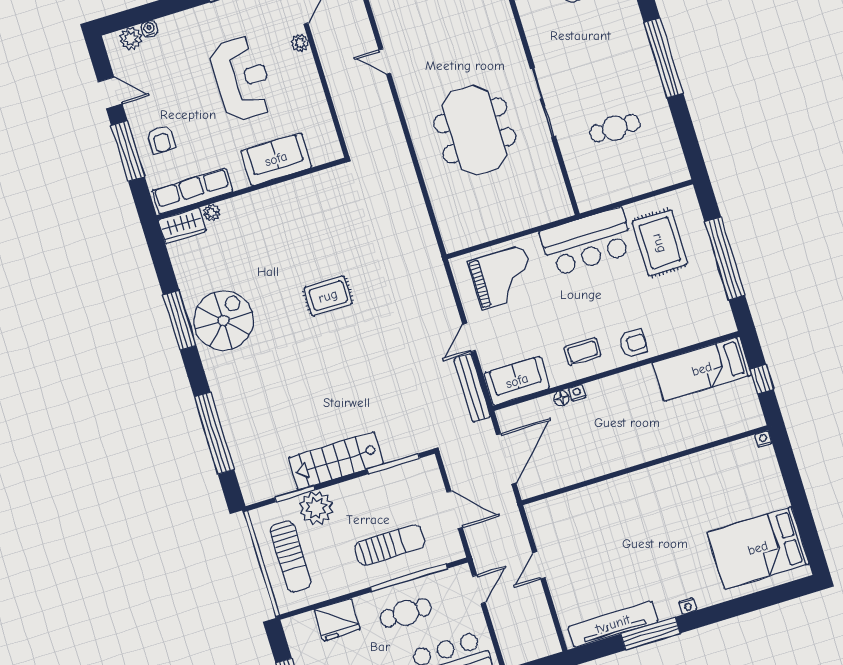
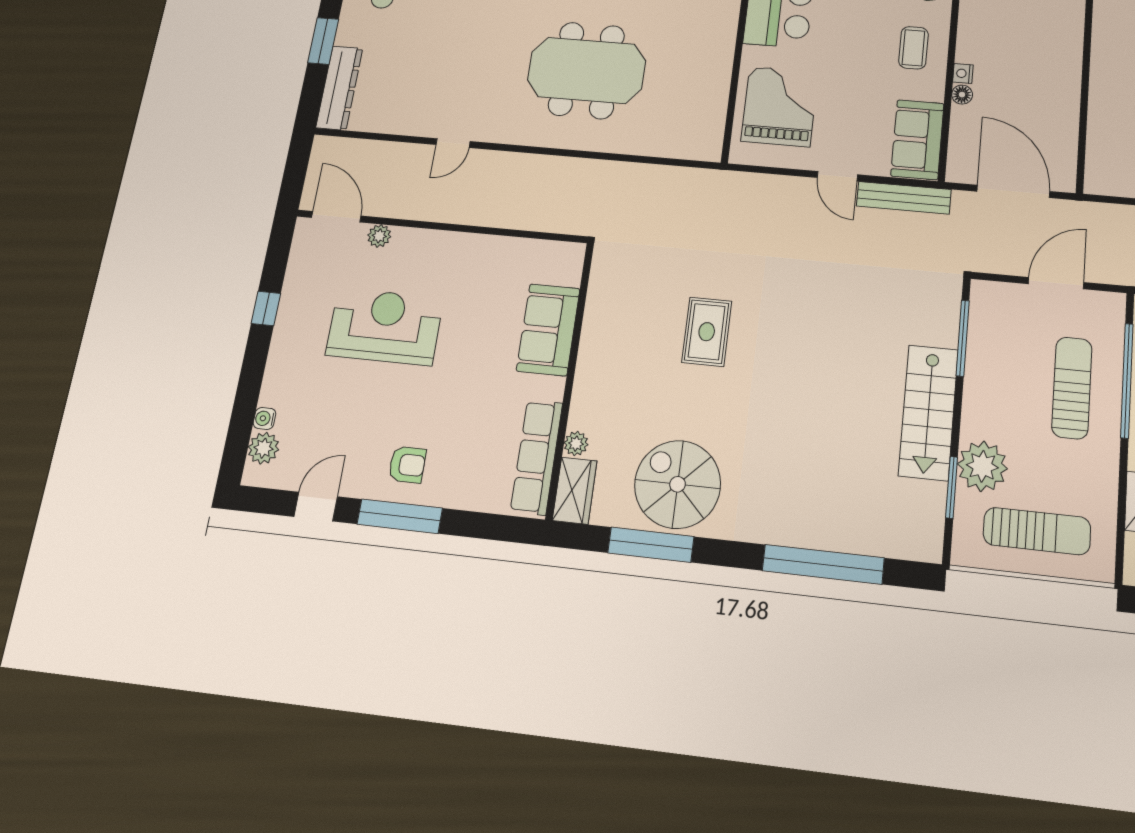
sofa: (276, 159) -> (548, 330), moved
wall: (251, 189) -> (570, 378), moved
row of seats: (192, 191) -> (537, 457), moved
plant: (212, 213) -> (576, 444), moved
wardrobe: (182, 226) -> (575, 491), moved

